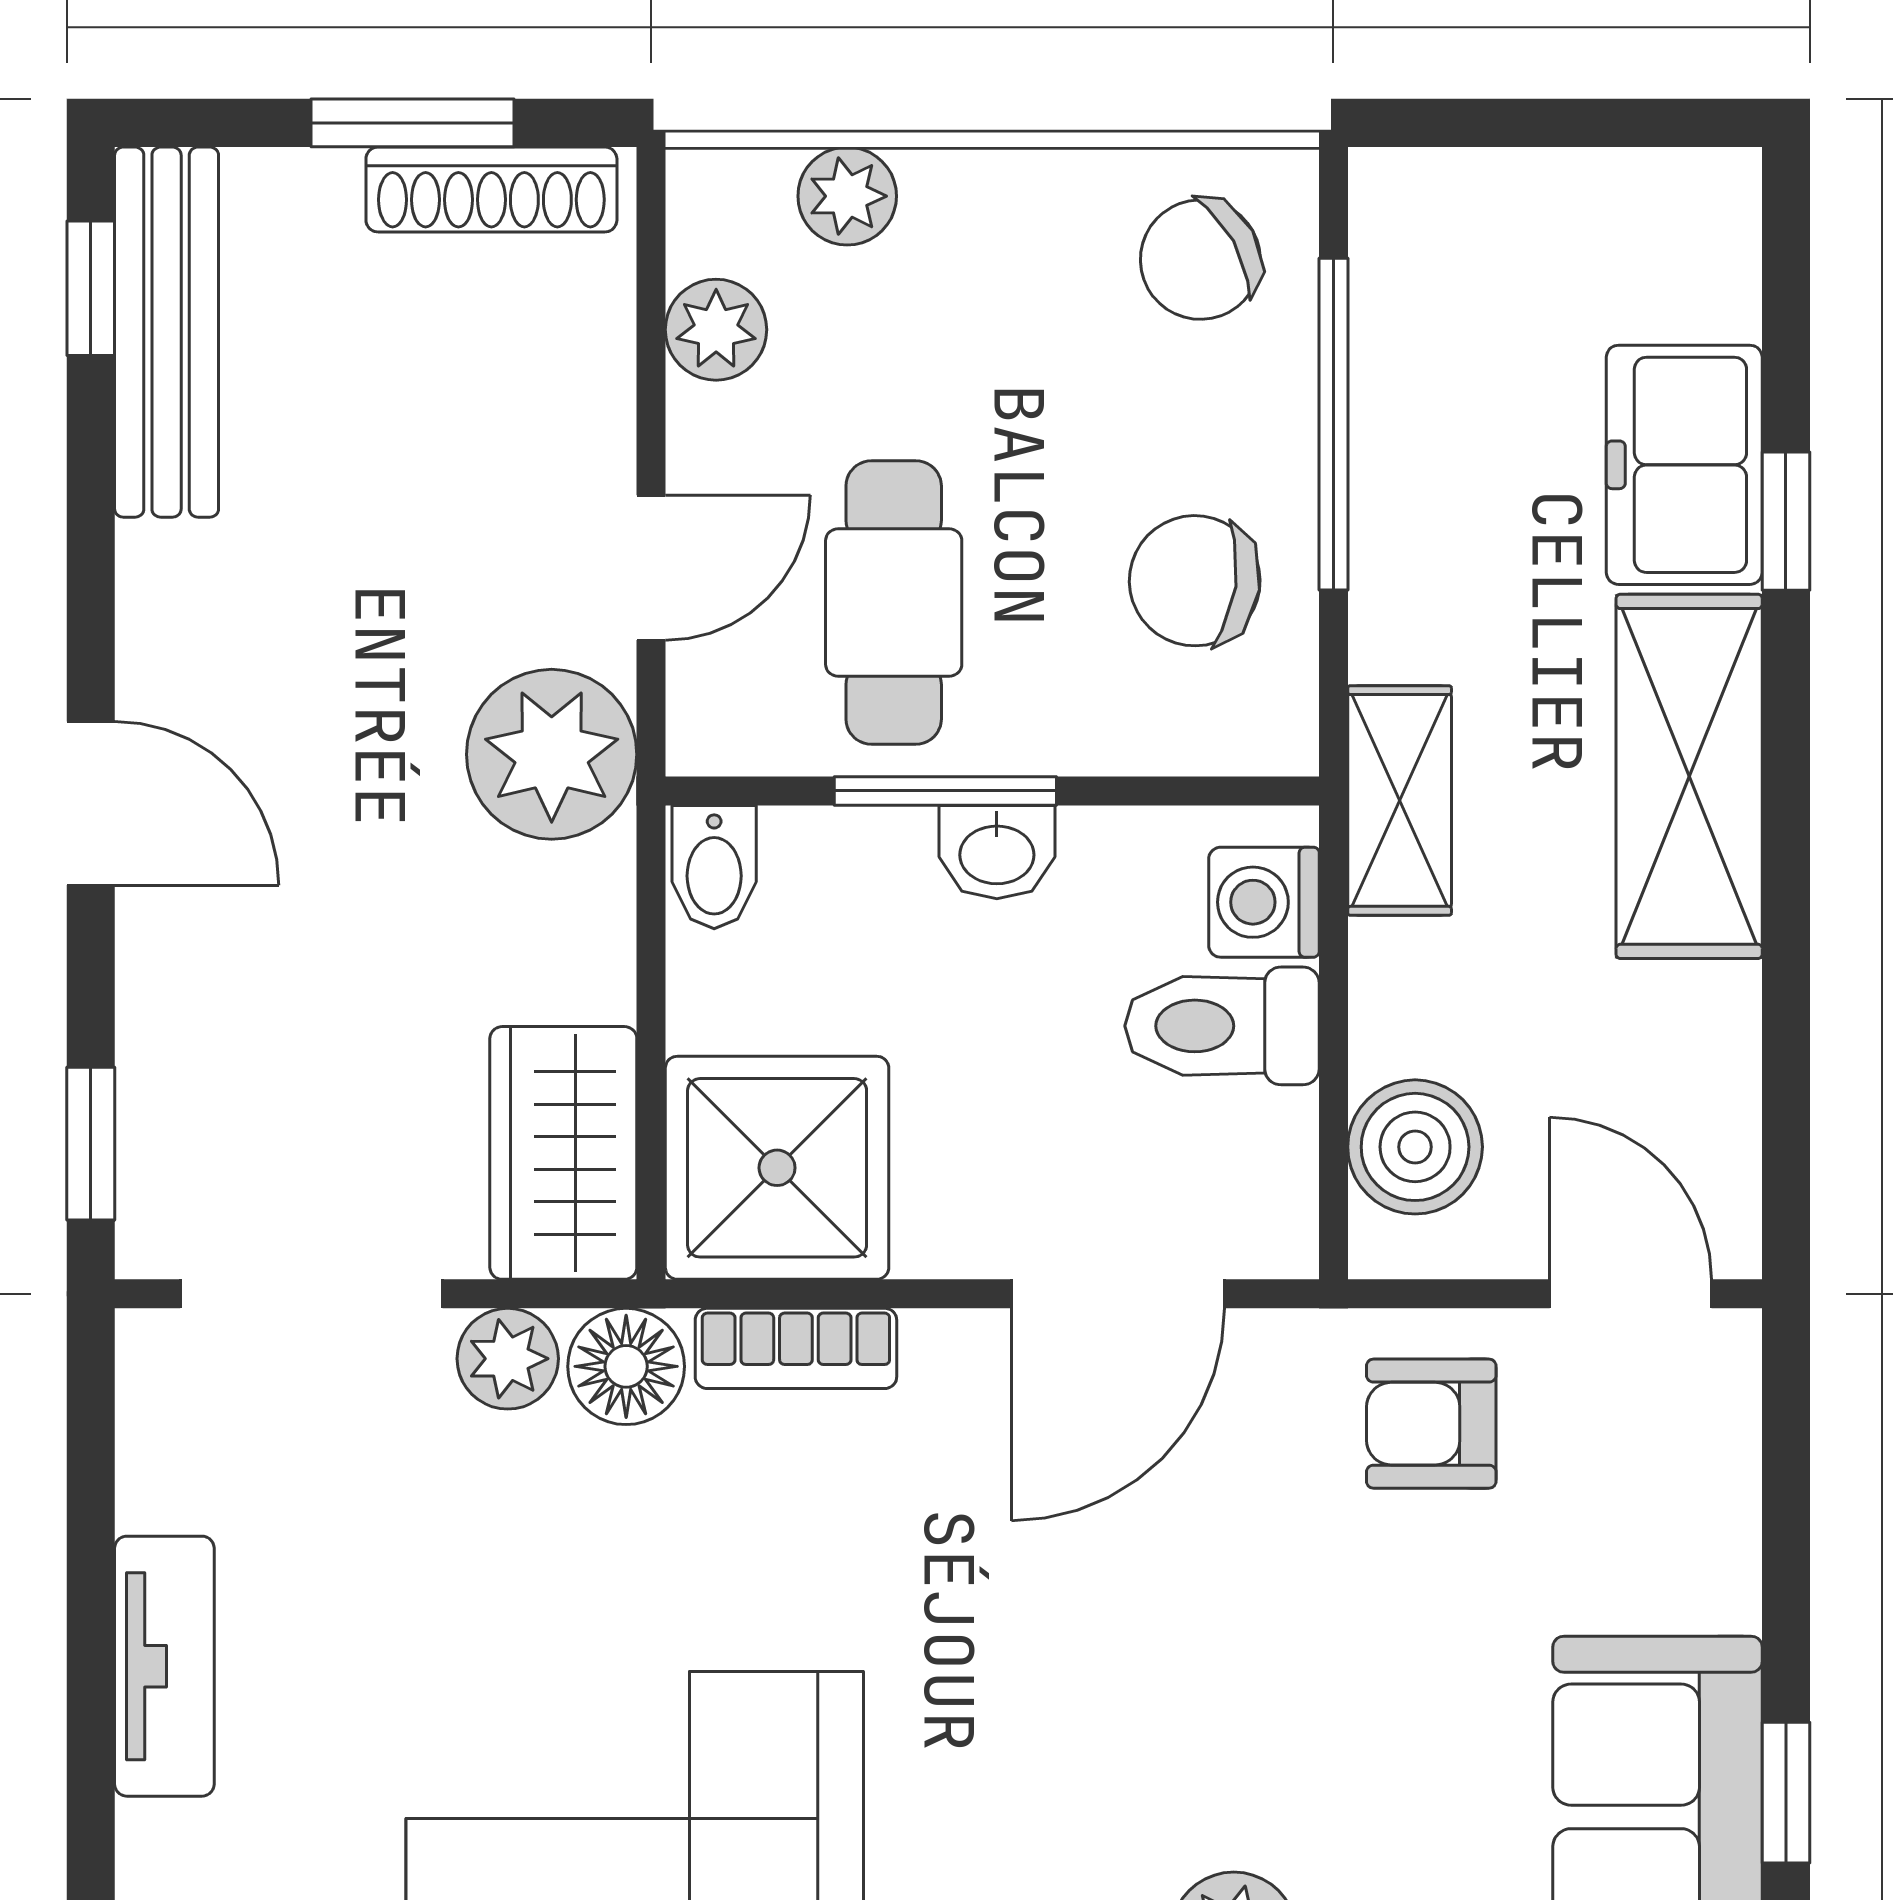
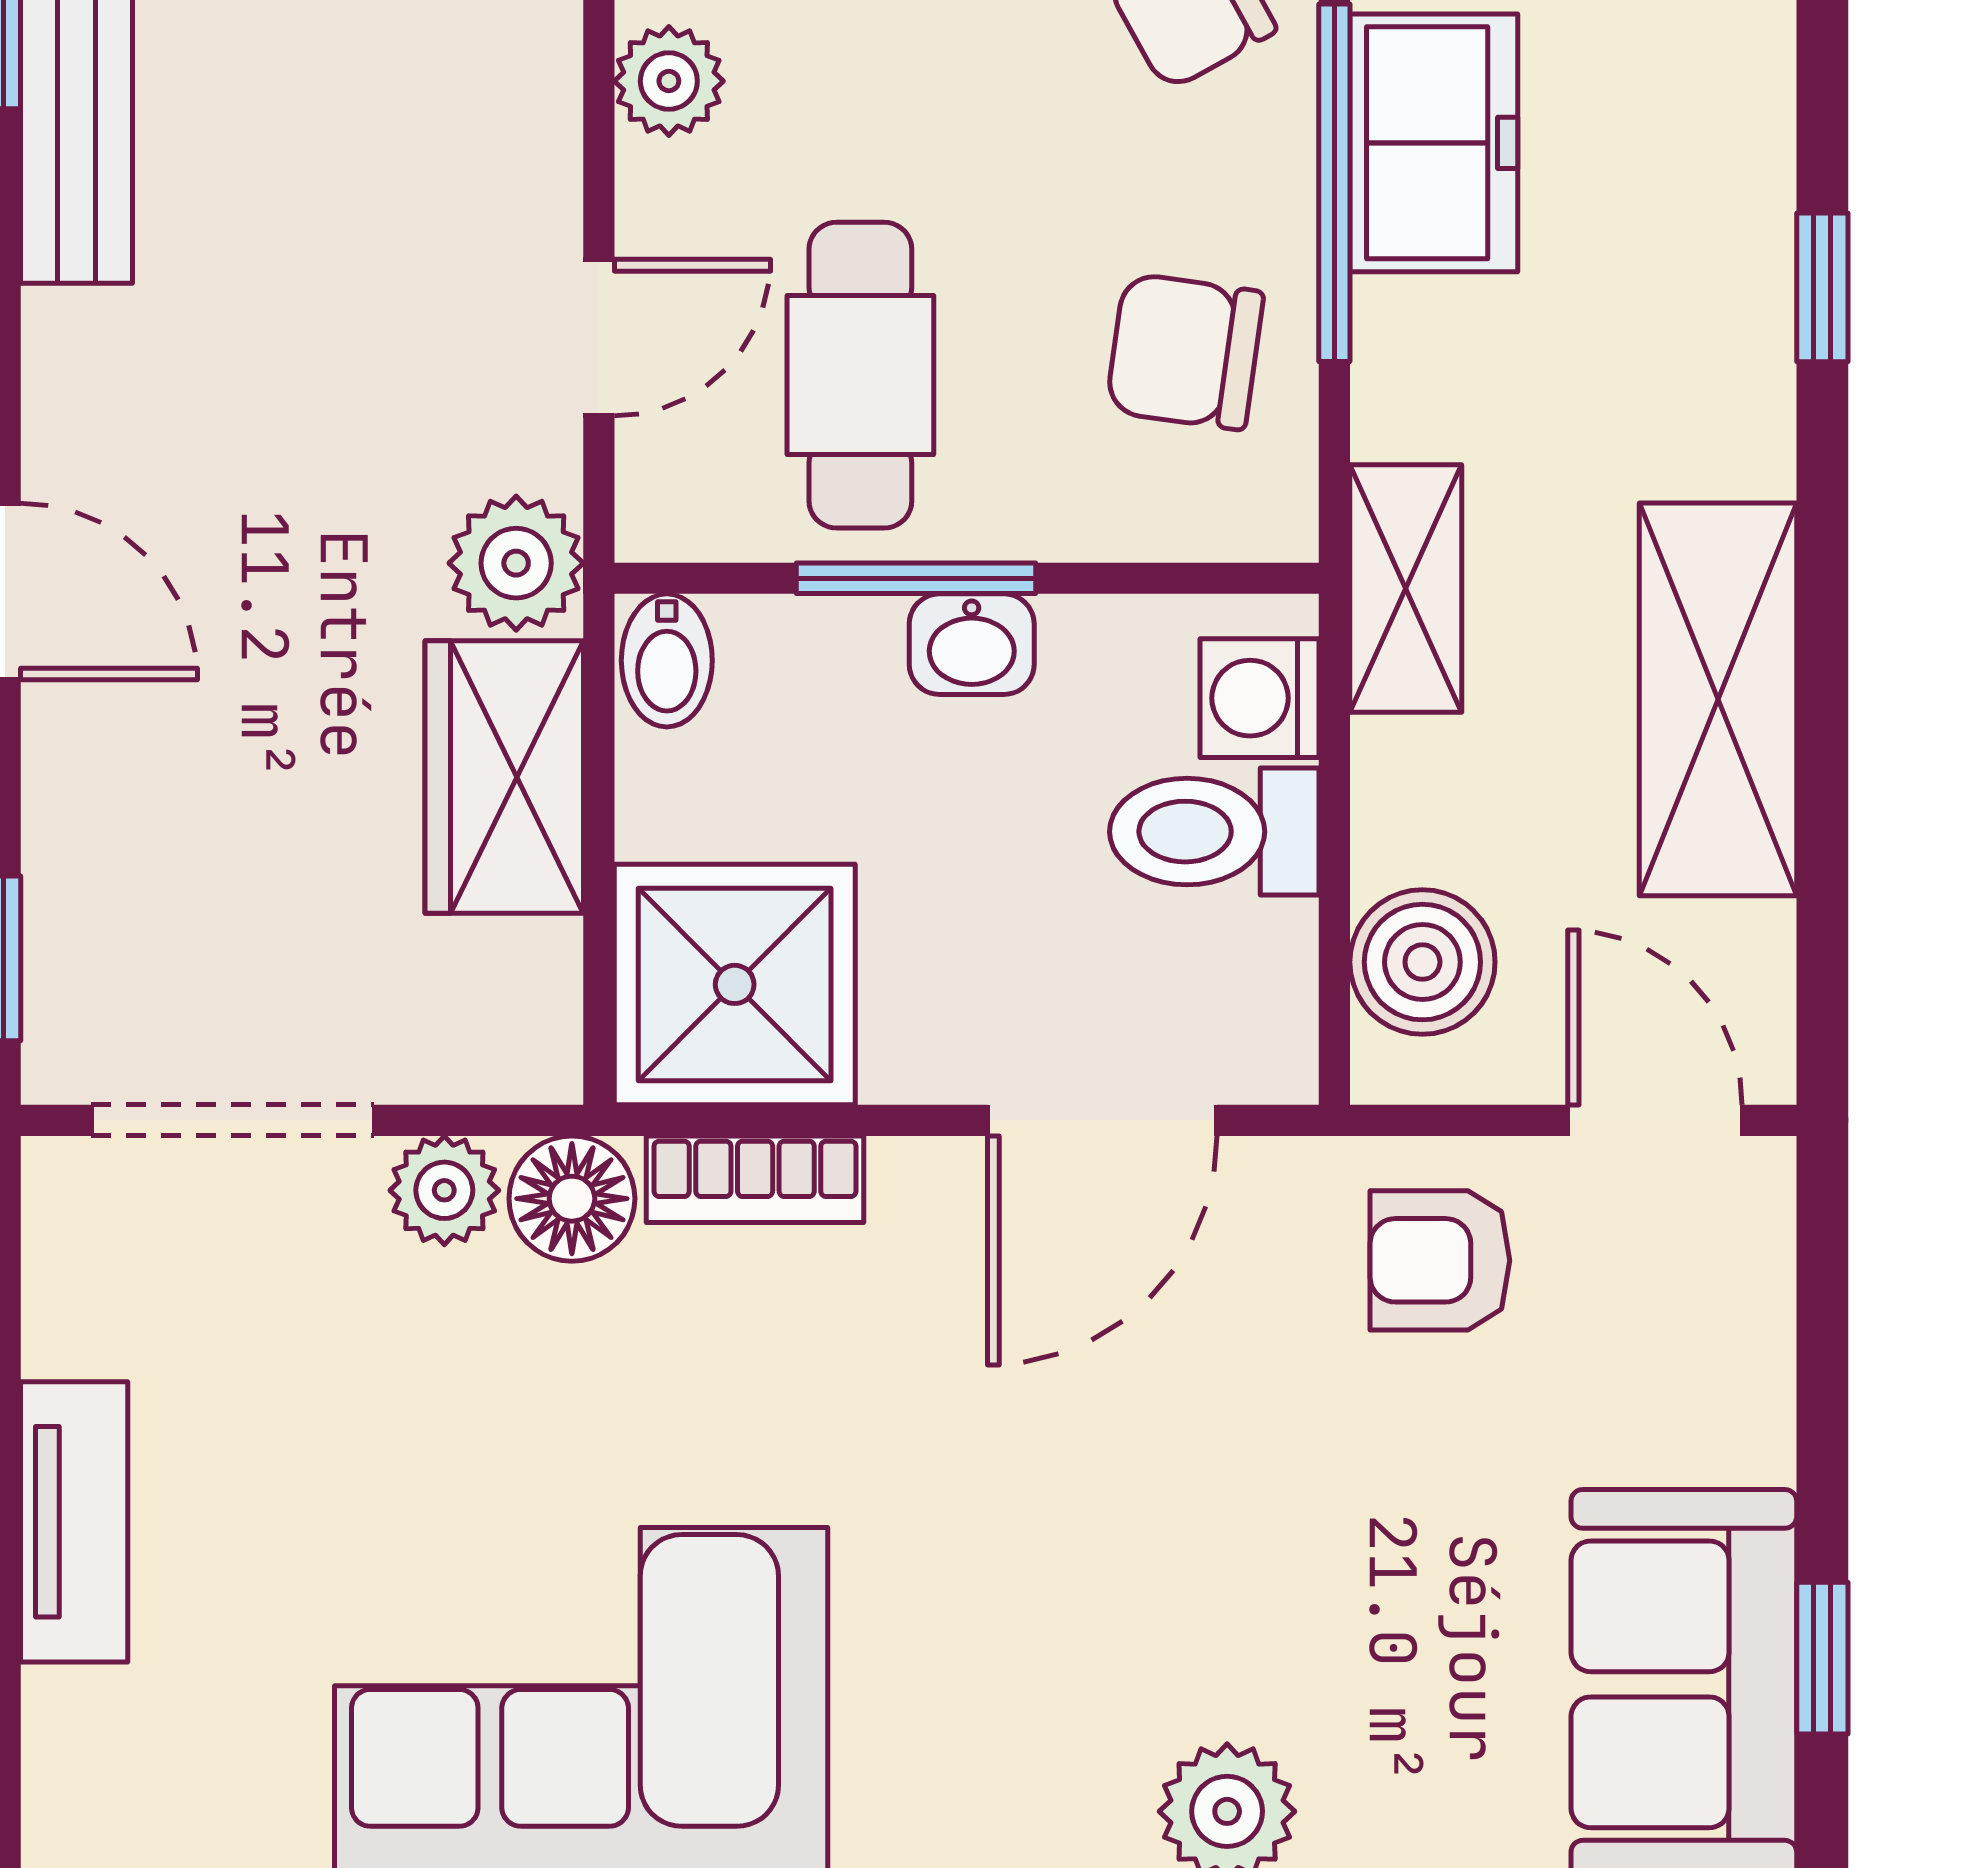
freezer: (1684, 465) -> (1434, 143), moved, turned 180
plant: (552, 754) -> (516, 563), width x0.73, depth x0.73
shelving: (1689, 776) -> (1718, 699), moved
wardrobe: (563, 1153) -> (504, 777), moved

